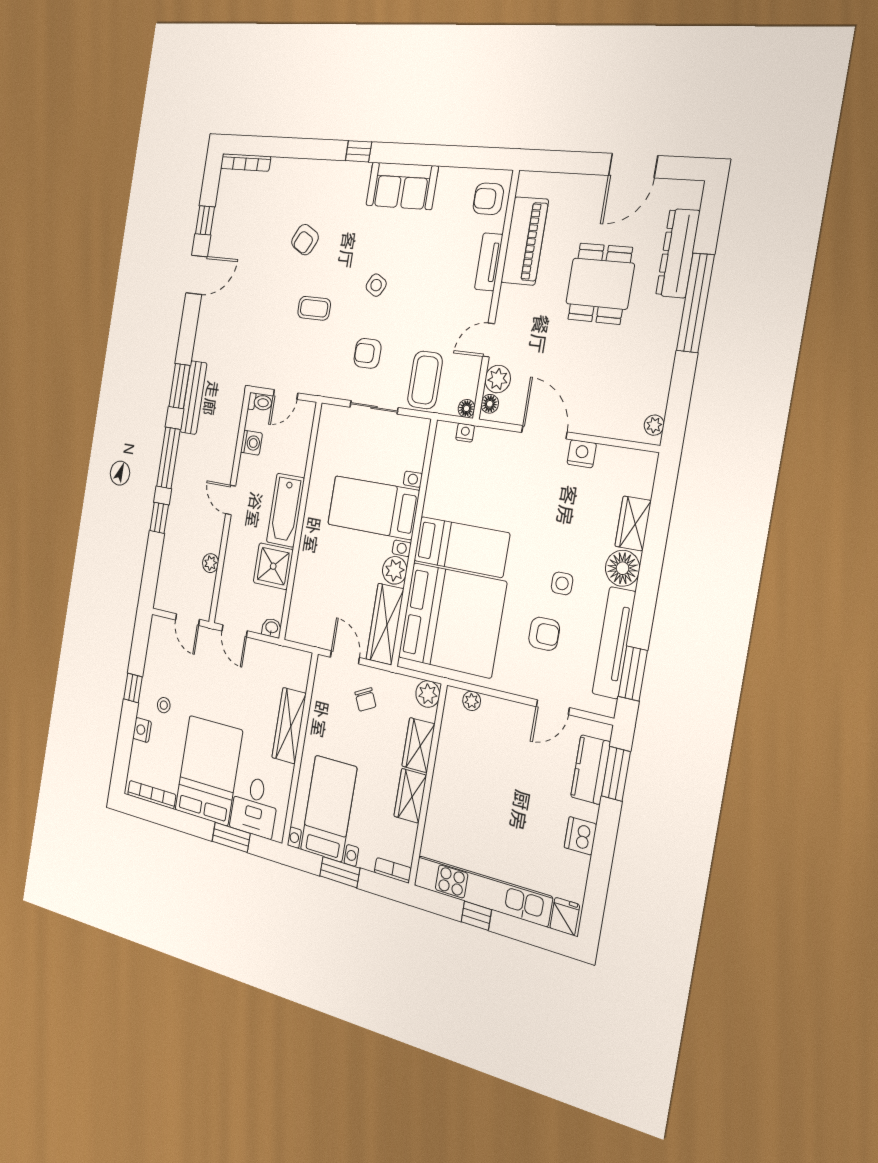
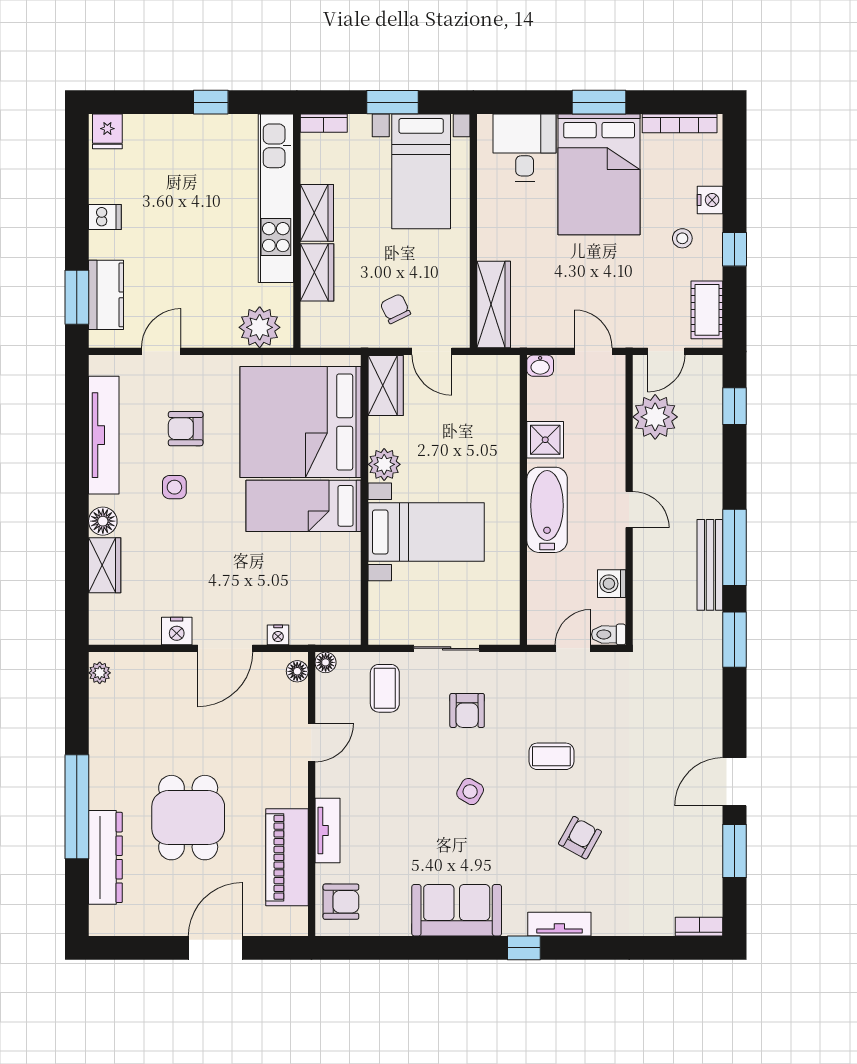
bookcase: (246, 163) -> (699, 927), width x0.64
door: (633, 166) -> (215, 948), moved
tv unit: (330, 170) -> (559, 924), added
window: (205, 220) -> (735, 851), width x1.50
armchair: (367, 353) -> (467, 710), turned 90
plant: (498, 379) -> (292, 700), removed
coffee table: (425, 380) -> (385, 688), width x0.73, depth x0.77
bench: (193, 398) -> (710, 565), moved
door: (544, 432) -> (225, 648), hinge flipped
nightstand: (465, 433) -> (278, 635), moved
window: (159, 518) -> (735, 406), moved
plant: (211, 563) -> (655, 417), width x1.88, depth x1.88
shower: (273, 566) -> (545, 440), width x0.73, depth x0.73
floor lamp: (623, 568) -> (103, 521), width x0.73, depth x0.73
door: (187, 620) -> (666, 351), swing flipped
wardrobe: (385, 624) -> (386, 385), width x0.67
cot: (157, 646) -> (707, 310), added
window: (633, 673) -> (77, 407), removed
plant: (428, 694) -> (316, 333), removed
plant: (472, 701) -> (260, 327), width x1.88, depth x1.88
wardrobe: (289, 726) -> (494, 304), moved
dishwasher: (580, 836) -> (105, 217), width x0.73
window: (231, 837) -> (599, 102), moved
kitchen unit: (482, 891) -> (276, 198), moved, turned 90

